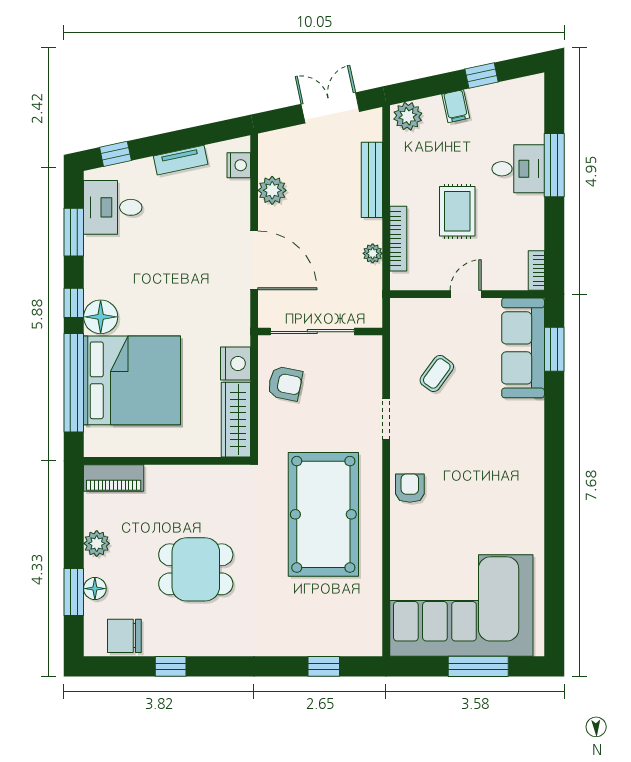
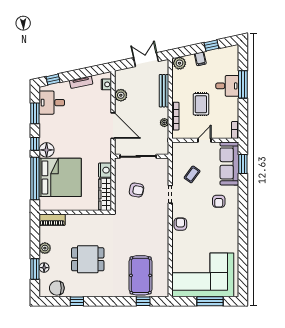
armchair: (285, 383) -> (136, 190), moved
armchair: (498, 435) -> (219, 201), added
pool table: (323, 514) -> (141, 275), moved, width x0.73, depth x0.76

